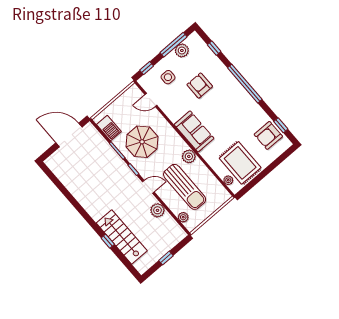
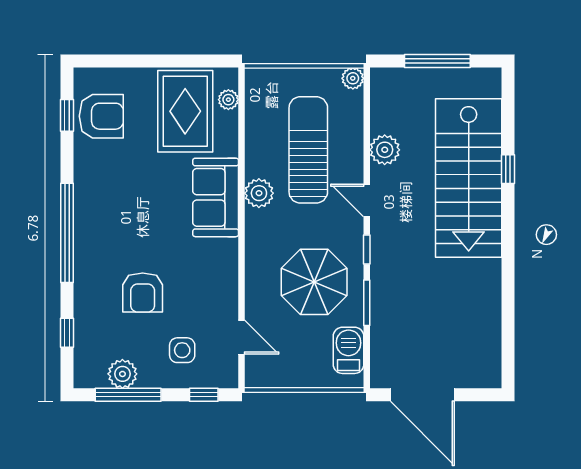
sofa: (194, 131) -> (216, 197), moved
plant: (183, 217) -> (353, 78), moved
stairs: (122, 237) -> (469, 178), width x1.36, depth x1.51
window: (166, 258) -> (437, 61), width x2.17

